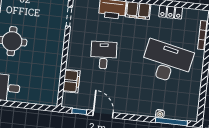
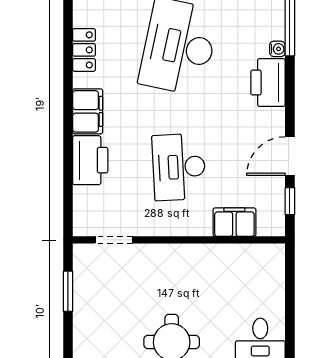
desk: (104, 55) -> (179, 167), width x1.37
printer: (143, 107) -> (268, 83), added

